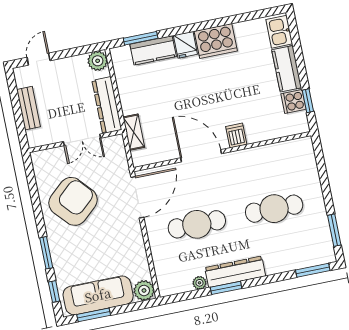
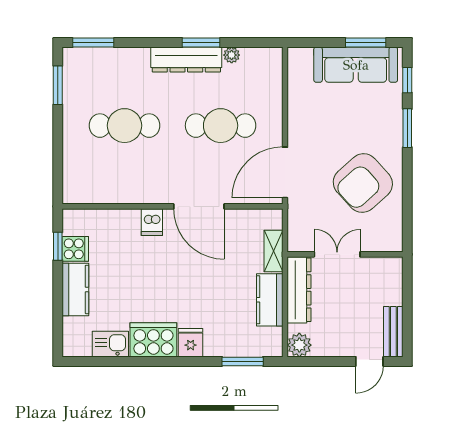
kitchen sink: (279, 32) -> (110, 344), moved, turned -90
kitchen counter: (153, 50) -> (270, 300), moved, turned -90
bench: (29, 108) -> (393, 332), moved
plant: (144, 290) -> (300, 59), removed

